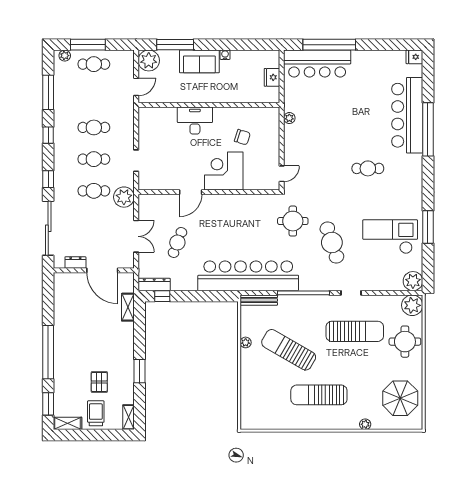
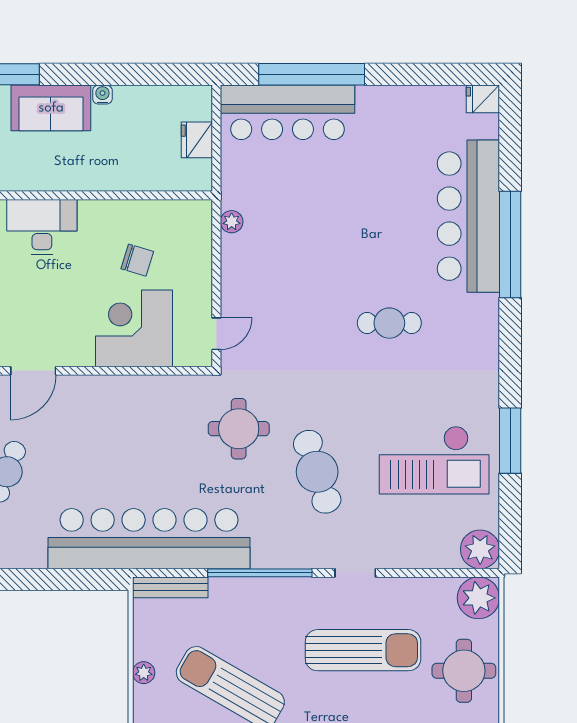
corner desk: (224, 171) -> (134, 328), moved
checkout: (390, 237) -> (434, 460), turned 180

